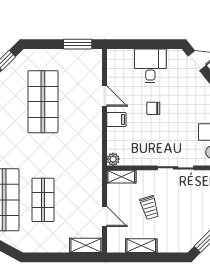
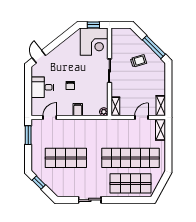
door: (104, 96) -> (50, 117), moved
shop shelf: (43, 200) -> (131, 158), width x2.00, depth x1.36
trolley: (149, 208) -> (138, 61), moved
shelving: (141, 246) -> (161, 106), moved

